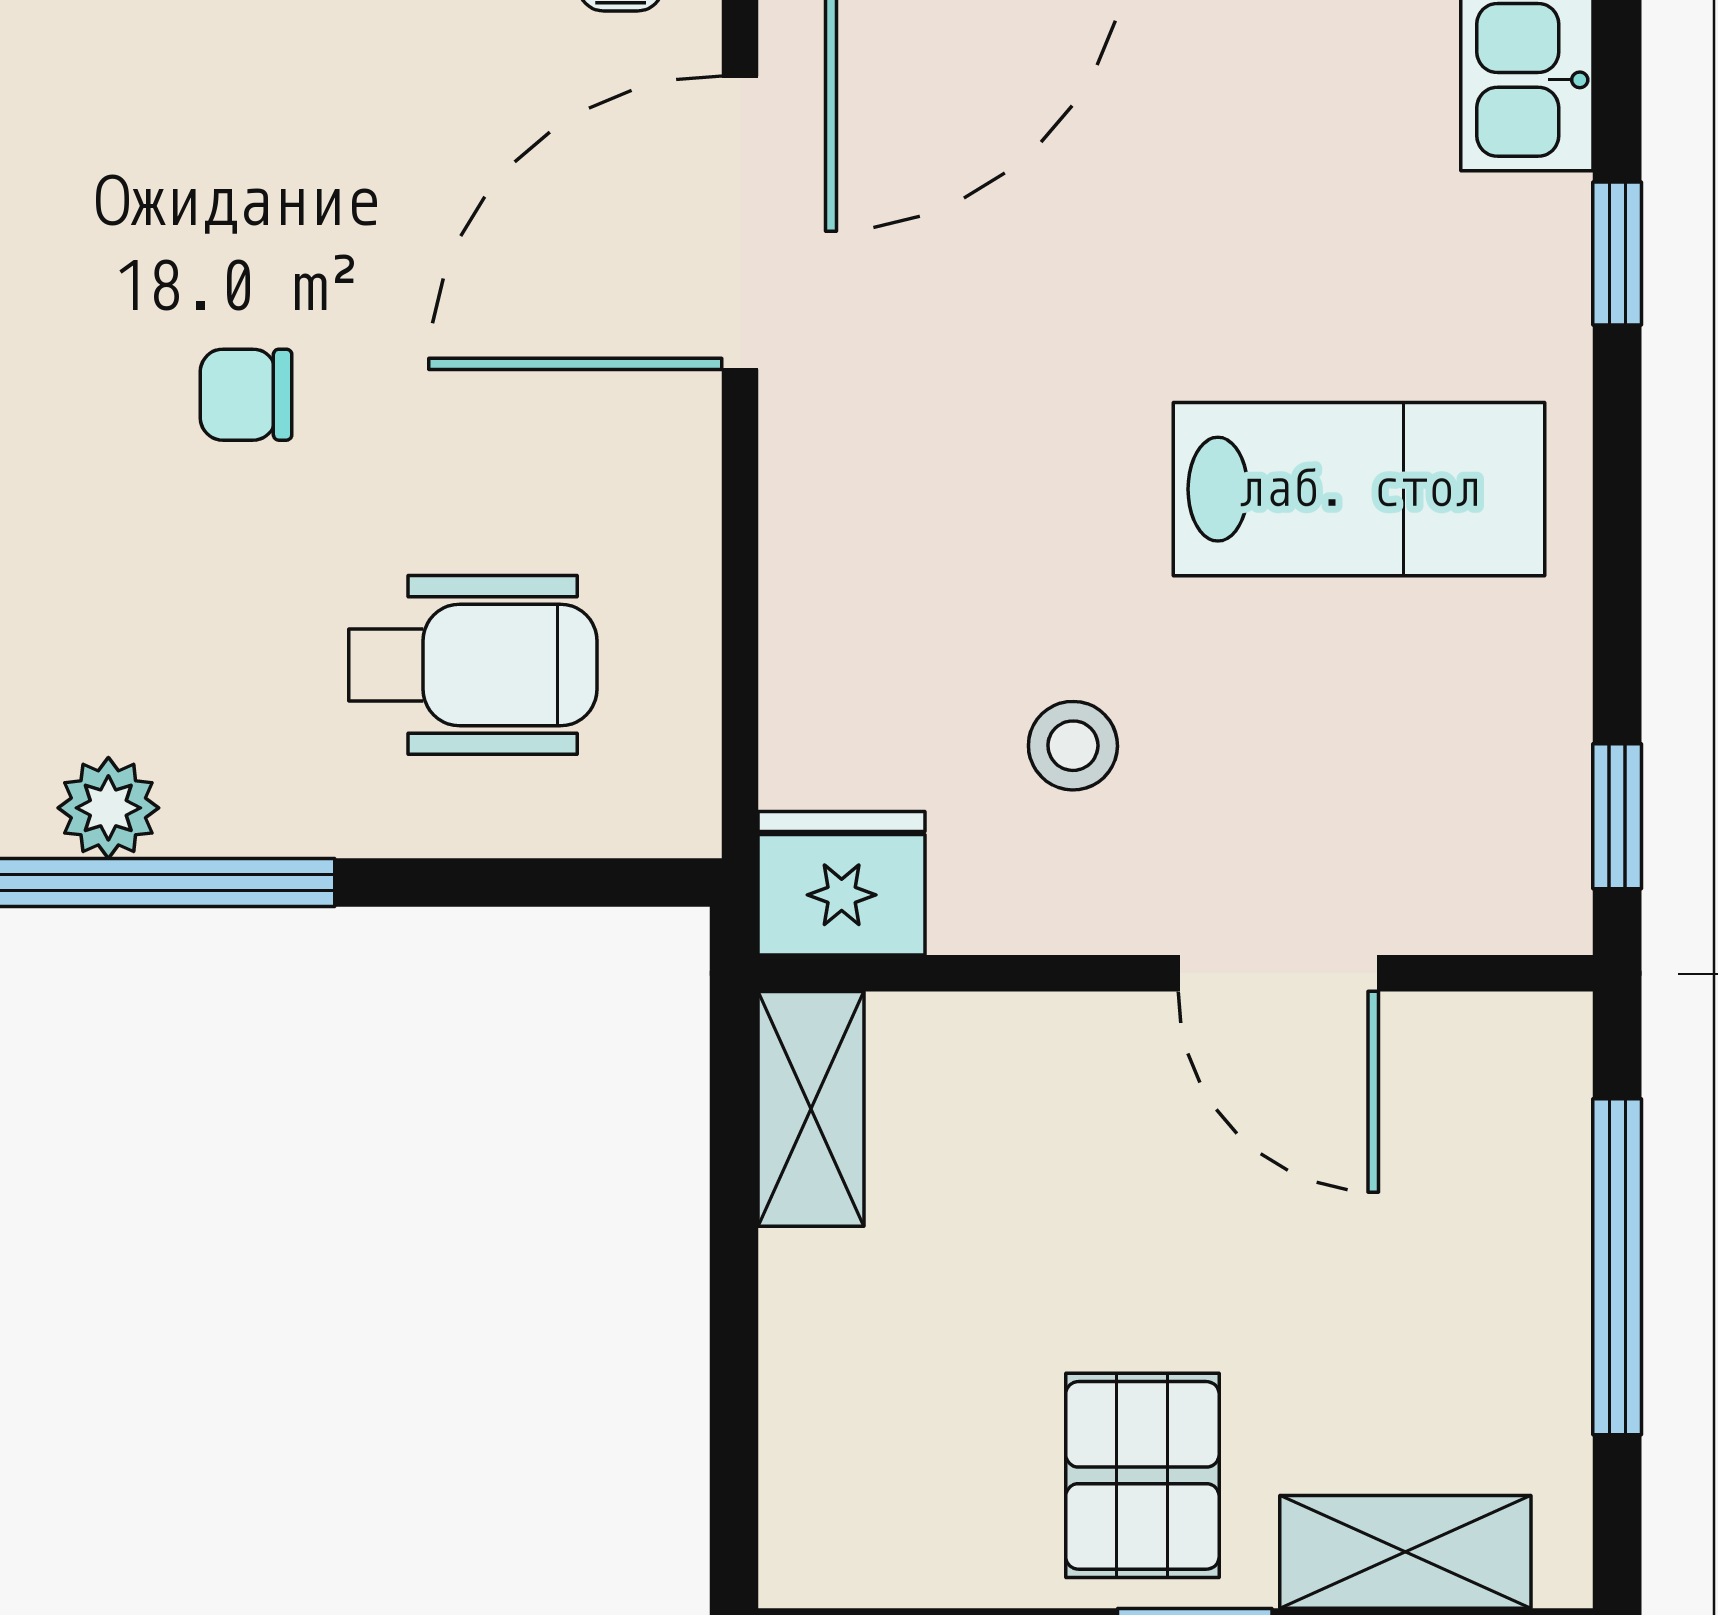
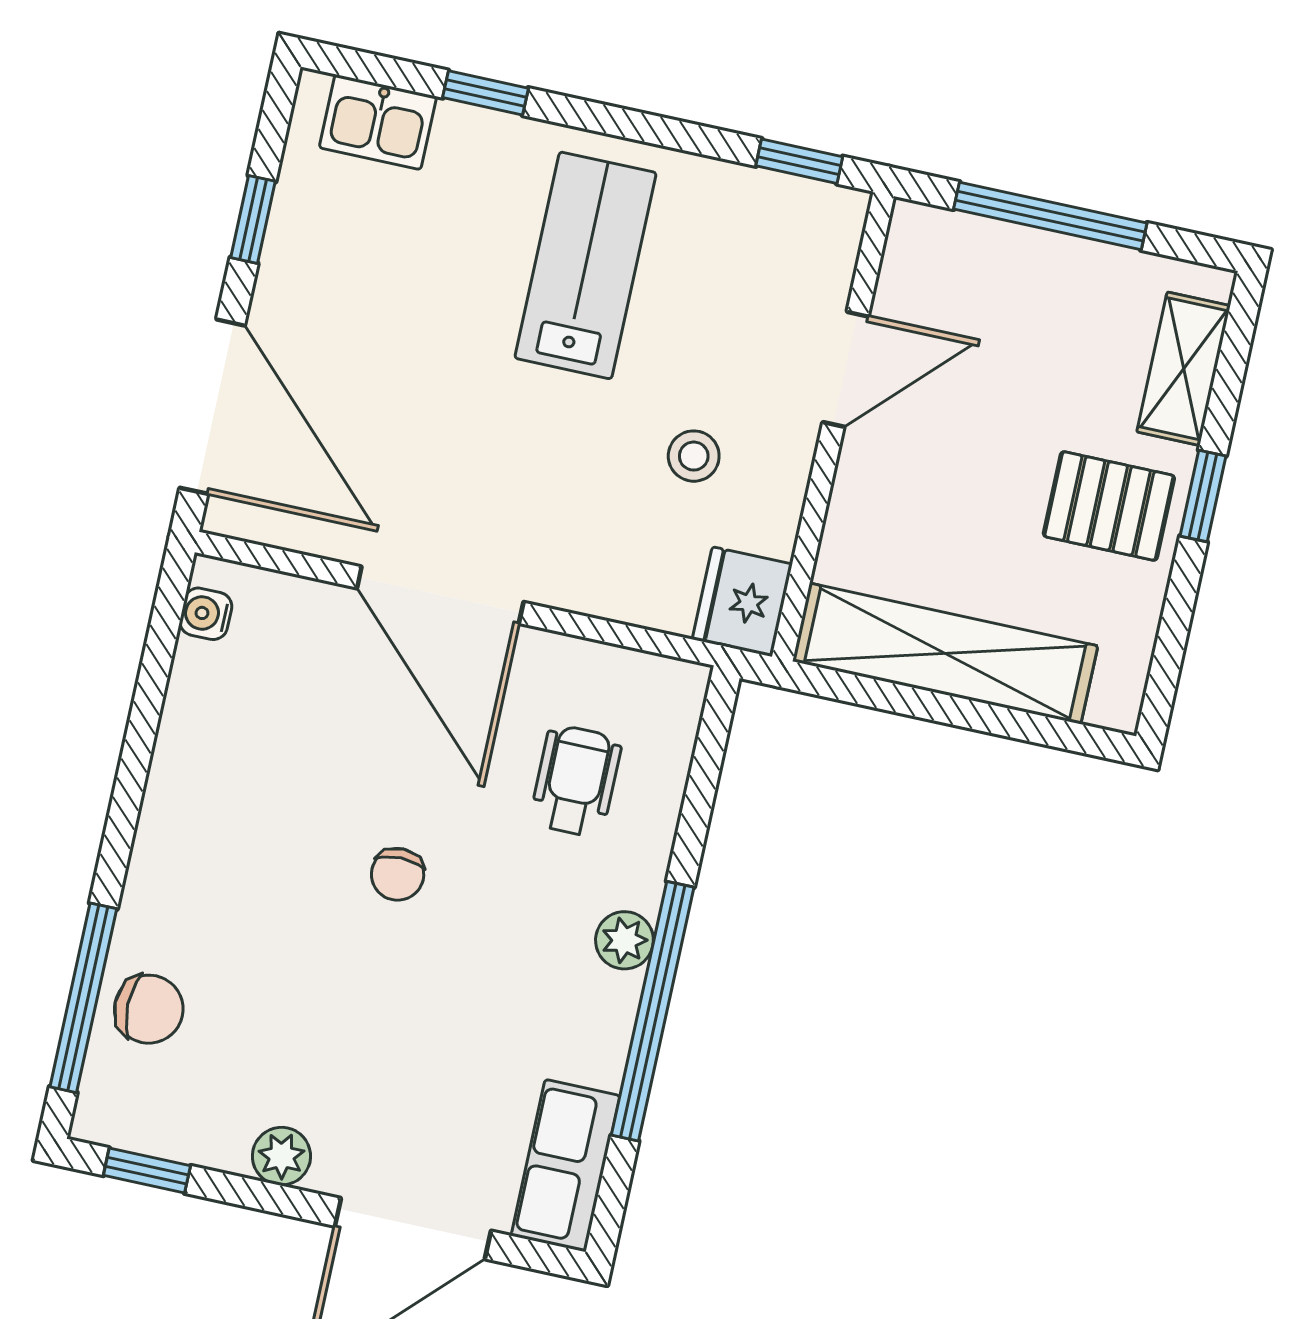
door: (740, 223) -> (440, 595), moved
wheelchair: (473, 665) -> (576, 781), width x0.73, depth x0.73
plant: (108, 808) -> (624, 940), moved
shelving: (811, 1109) -> (945, 653), width x2.20, depth x1.33

